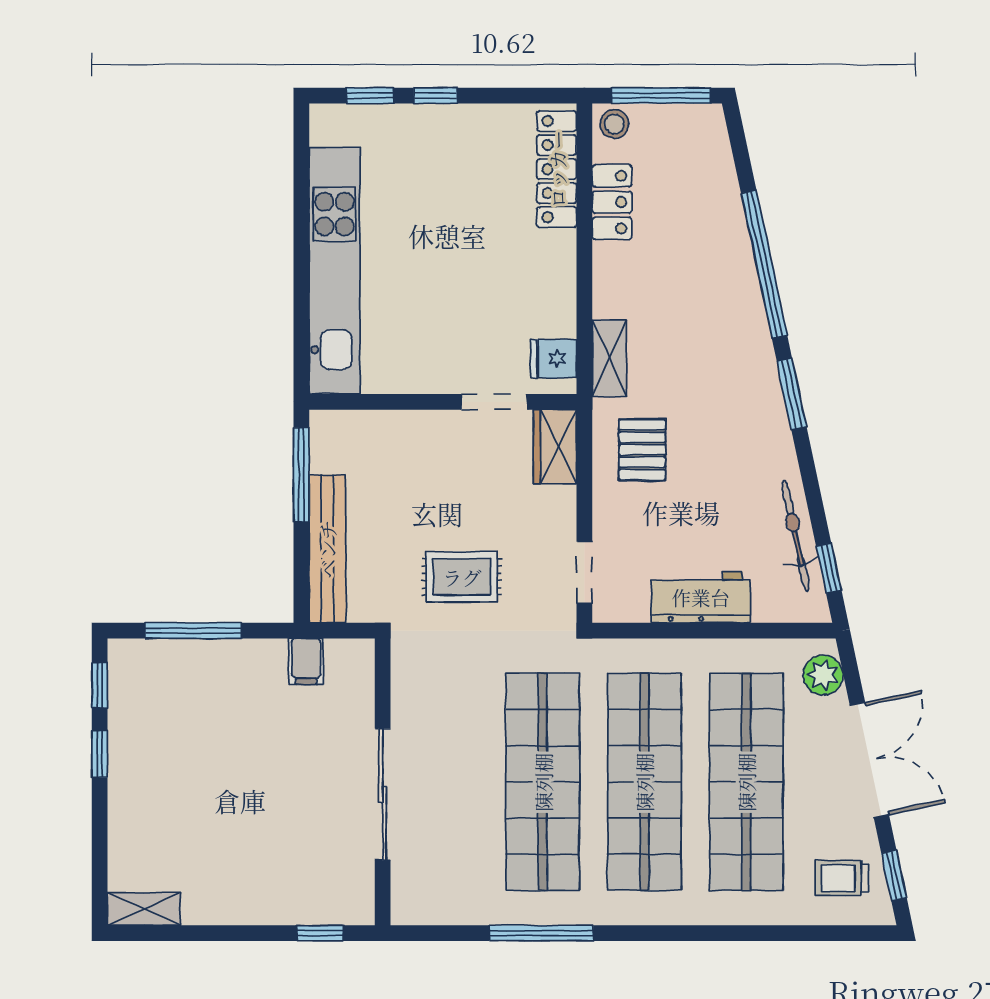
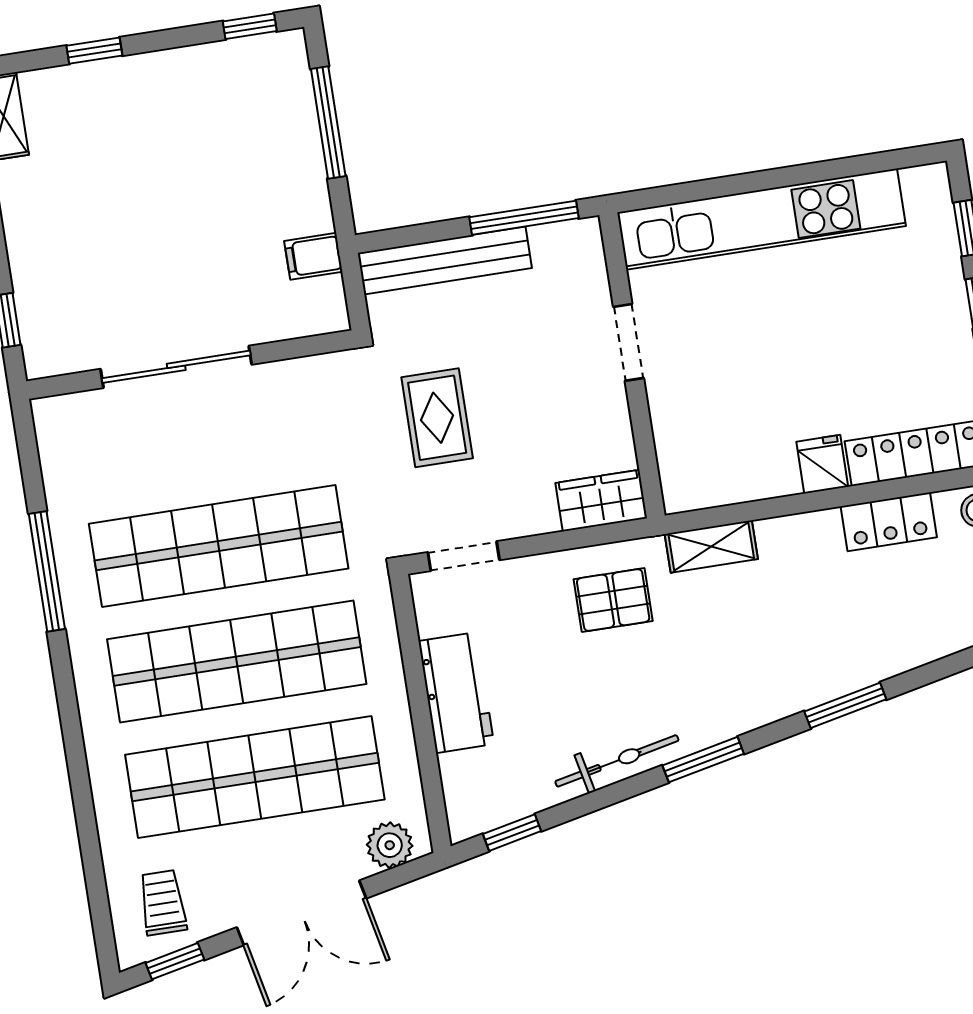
window: (764, 264) -> (845, 705), width x0.47
fridge: (554, 359) -> (822, 464), moved
doorway: (494, 402) -> (628, 342), moved
bicycle: (796, 536) -> (617, 761), moved
window: (100, 754) -> (94, 51), moved

